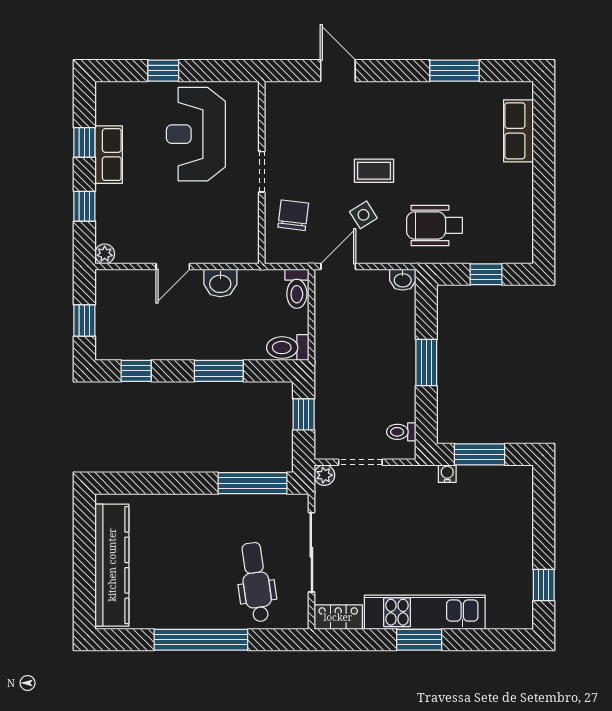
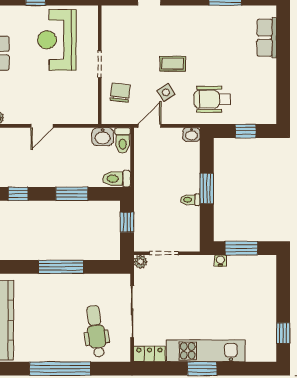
washbasin: (220, 283) -> (103, 137), moved
toilet: (401, 432) -> (190, 200), moved
window: (252, 483) -> (61, 267), moved

